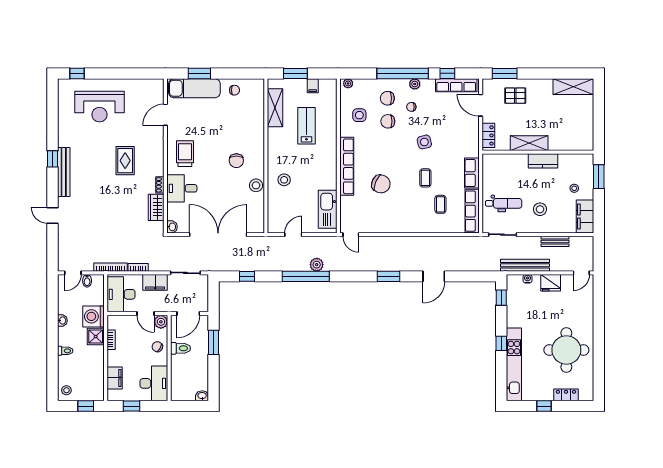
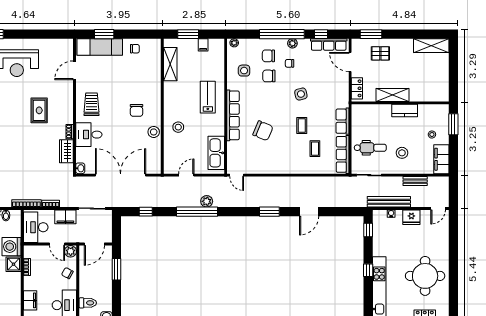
lab bench: (306, 126) -> (208, 97), moved
toilet: (181, 348) -> (88, 303), moved

